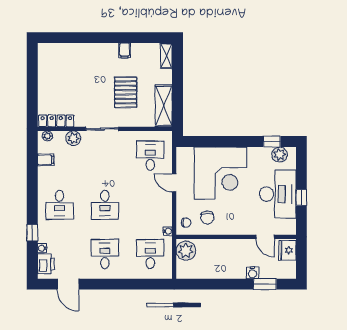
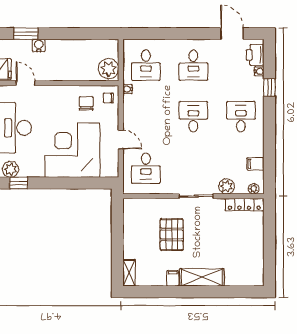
shelving: (164, 106) -> (202, 277), moved, turned 90

